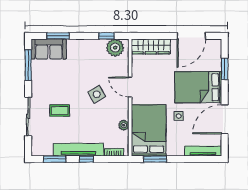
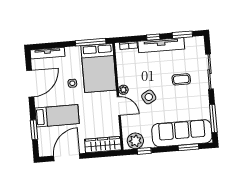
sofa: (49, 49) -> (182, 133), width x1.85, depth x1.27
bed: (198, 87) -> (57, 116), width x0.67
plant: (124, 125) -> (123, 90), moved
window: (155, 159) -> (91, 42), width x1.44

